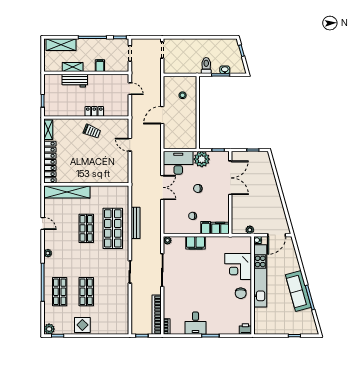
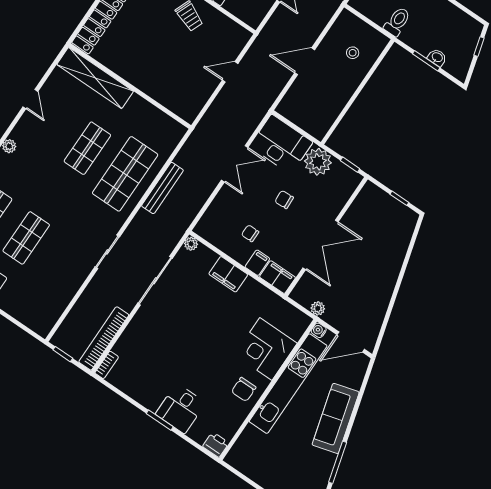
toilet: (206, 66) -> (397, 22), moved
door: (130, 145) -> (230, 72), hinge flipped
double door: (230, 178) -> (320, 245), moved
sofa: (298, 291) -> (336, 418), moved
desk: (195, 323) -> (181, 408), moved

